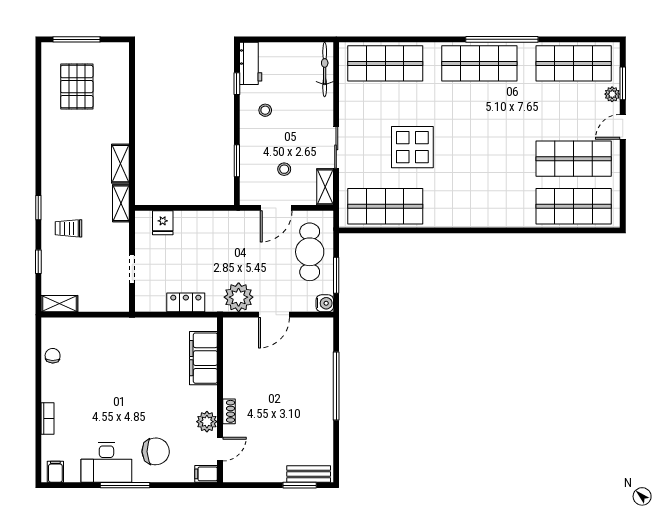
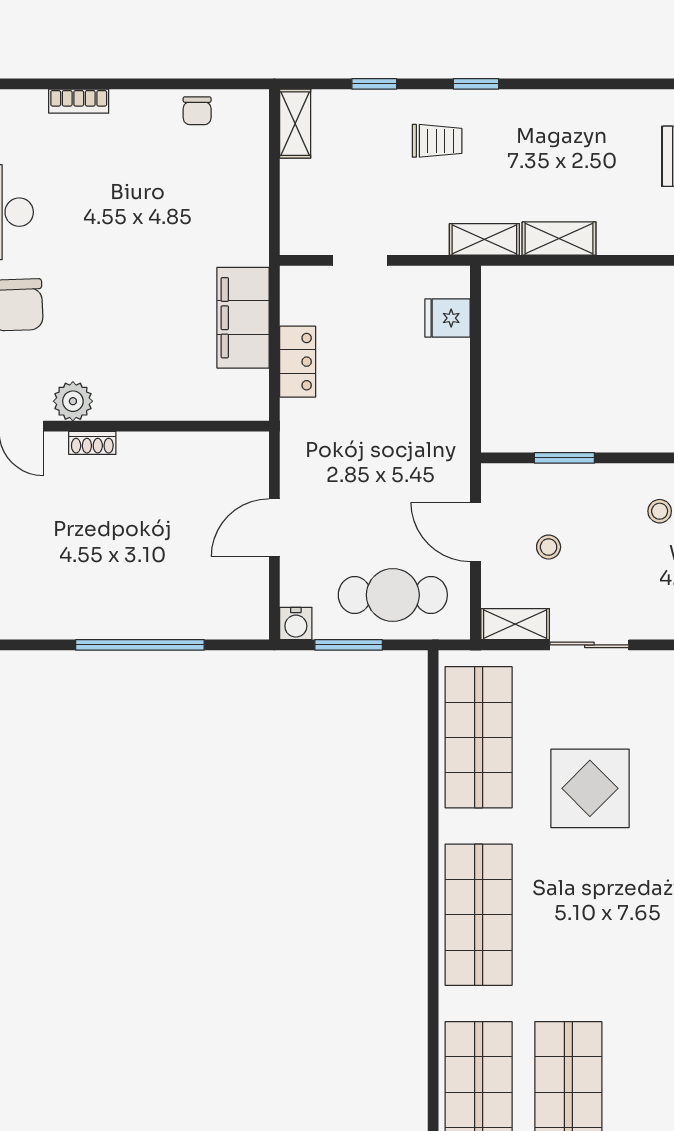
shop shelf: (479, 206) -> (479, 915), added
trolley: (69, 228) -> (437, 141), turned 90
plant: (239, 297) -> (307, 461), removed
door: (274, 315) -> (274, 528), hinge flipped
chair: (53, 356) -> (197, 111), turned 88
filing cabinet: (203, 358) -> (243, 318), moved, turned -90

